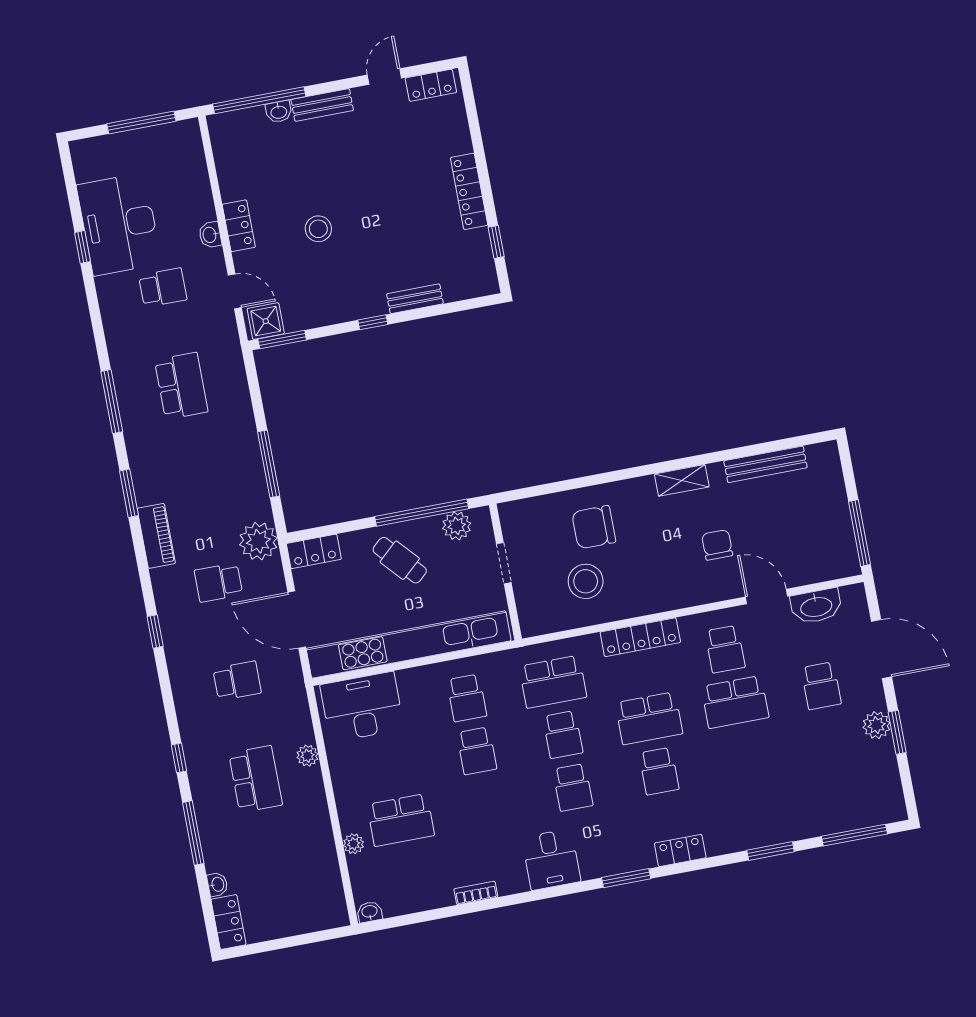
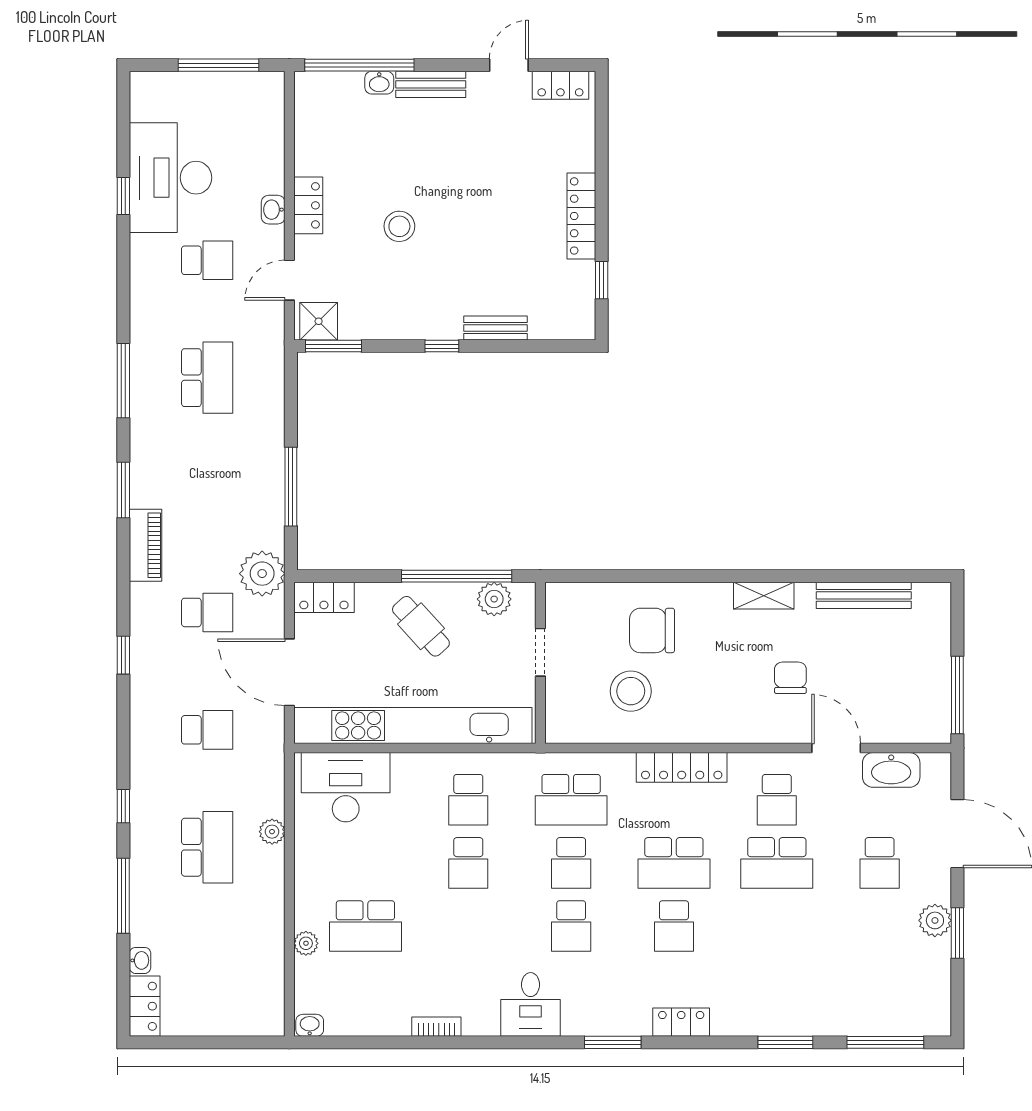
door: (235, 291) -> (289, 280), swing flipped
school desk: (218, 582) -> (207, 612), turned 180

